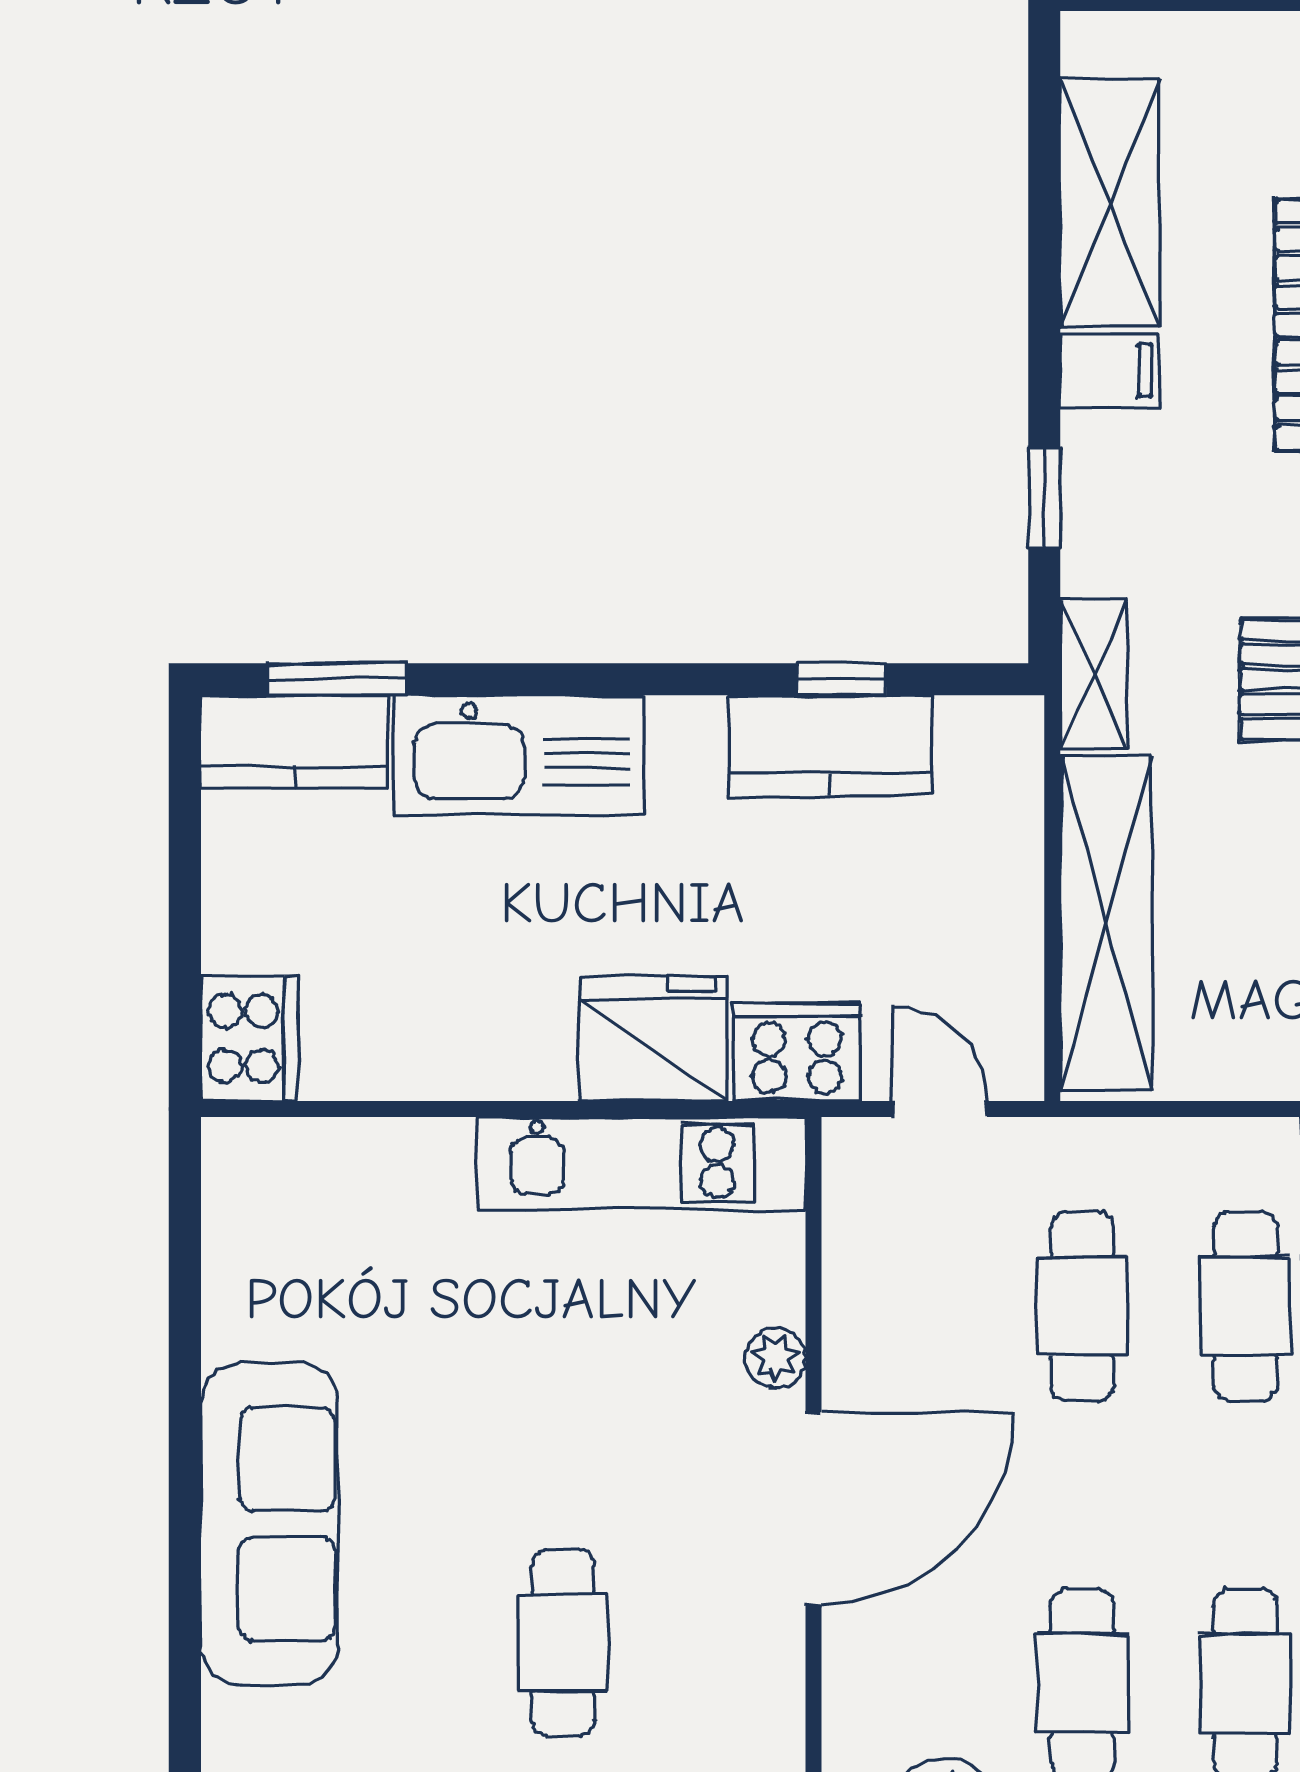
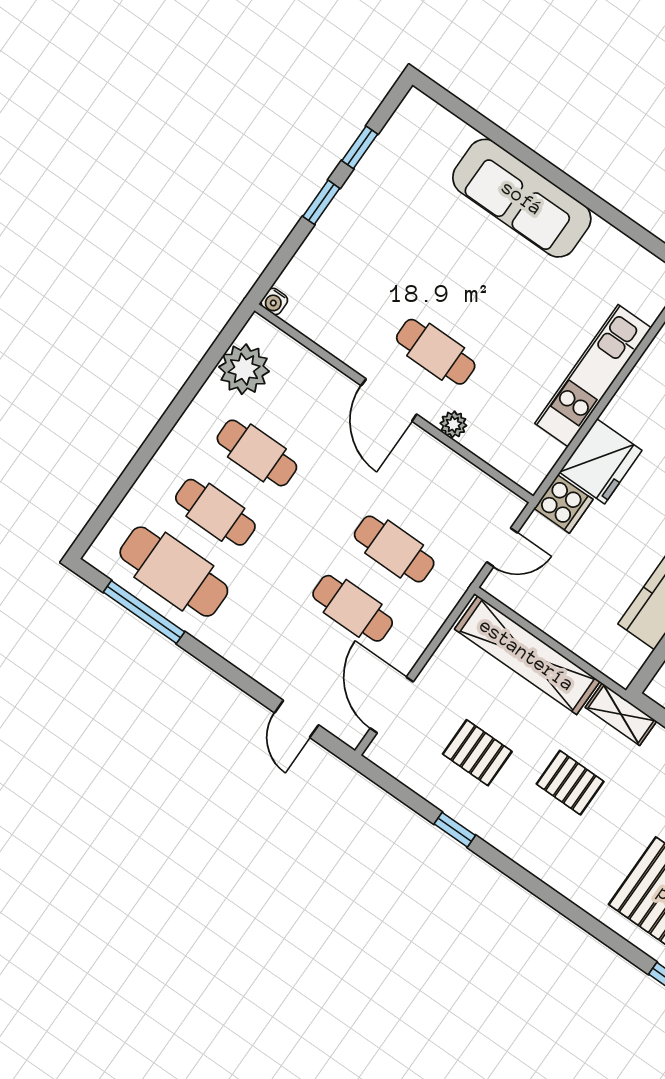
cooker: (797, 1052) -> (563, 504), width x0.73
kitchen unit: (642, 1163) -> (593, 376), moved
door: (814, 1509) -> (389, 400), width x0.73
cafe table: (563, 1643) -> (436, 352), moved

